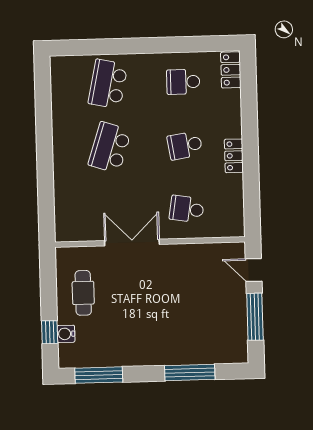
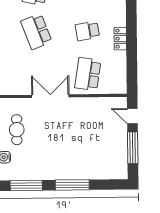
school desk: (110, 148) -> (36, 32), turned -39
school desk: (187, 209) -> (88, 74), width x1.85
window: (190, 372) -> (72, 185), moved

